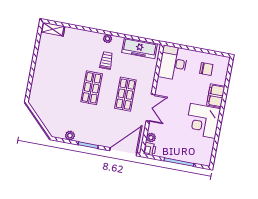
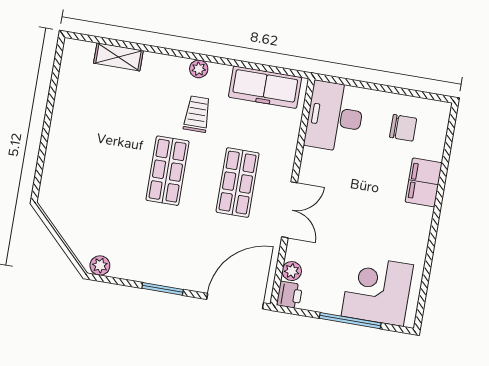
shelving: (53, 29) -> (118, 57), moved
corner desk: (203, 121) -> (377, 290), moved, turned 90
plant: (70, 135) -> (100, 265), moved

